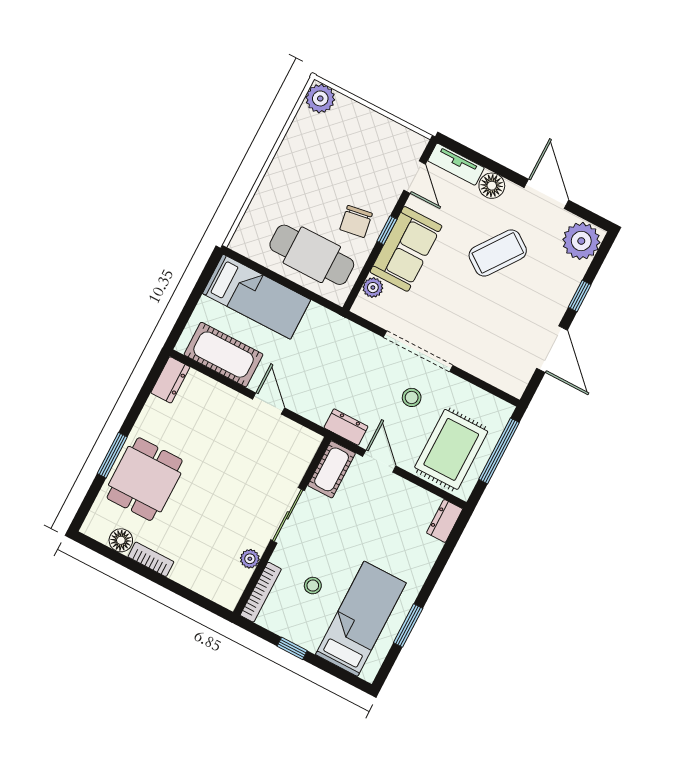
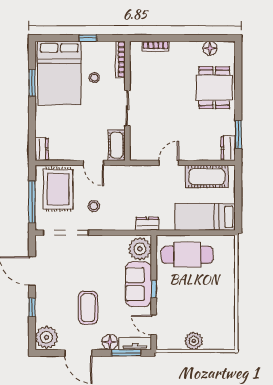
plant: (320, 98) -> (194, 341), moved
window: (476, 157) -> (126, 353), added
chair: (356, 221) -> (173, 285), removed
coffee table: (498, 253) -> (88, 308), turned -36
plant: (373, 288) -> (140, 249), width x1.87, depth x1.87
doorway: (418, 351) -> (66, 233), moved
door: (269, 403) -> (169, 163), swing flipped
dresser: (346, 427) -> (147, 224), moved, turned 180
window: (112, 455) -> (238, 135), moved
bookcase: (151, 559) -> (156, 46), moved
plant: (250, 559) -> (136, 74), removed
bed: (361, 619) -> (59, 73), width x1.50

